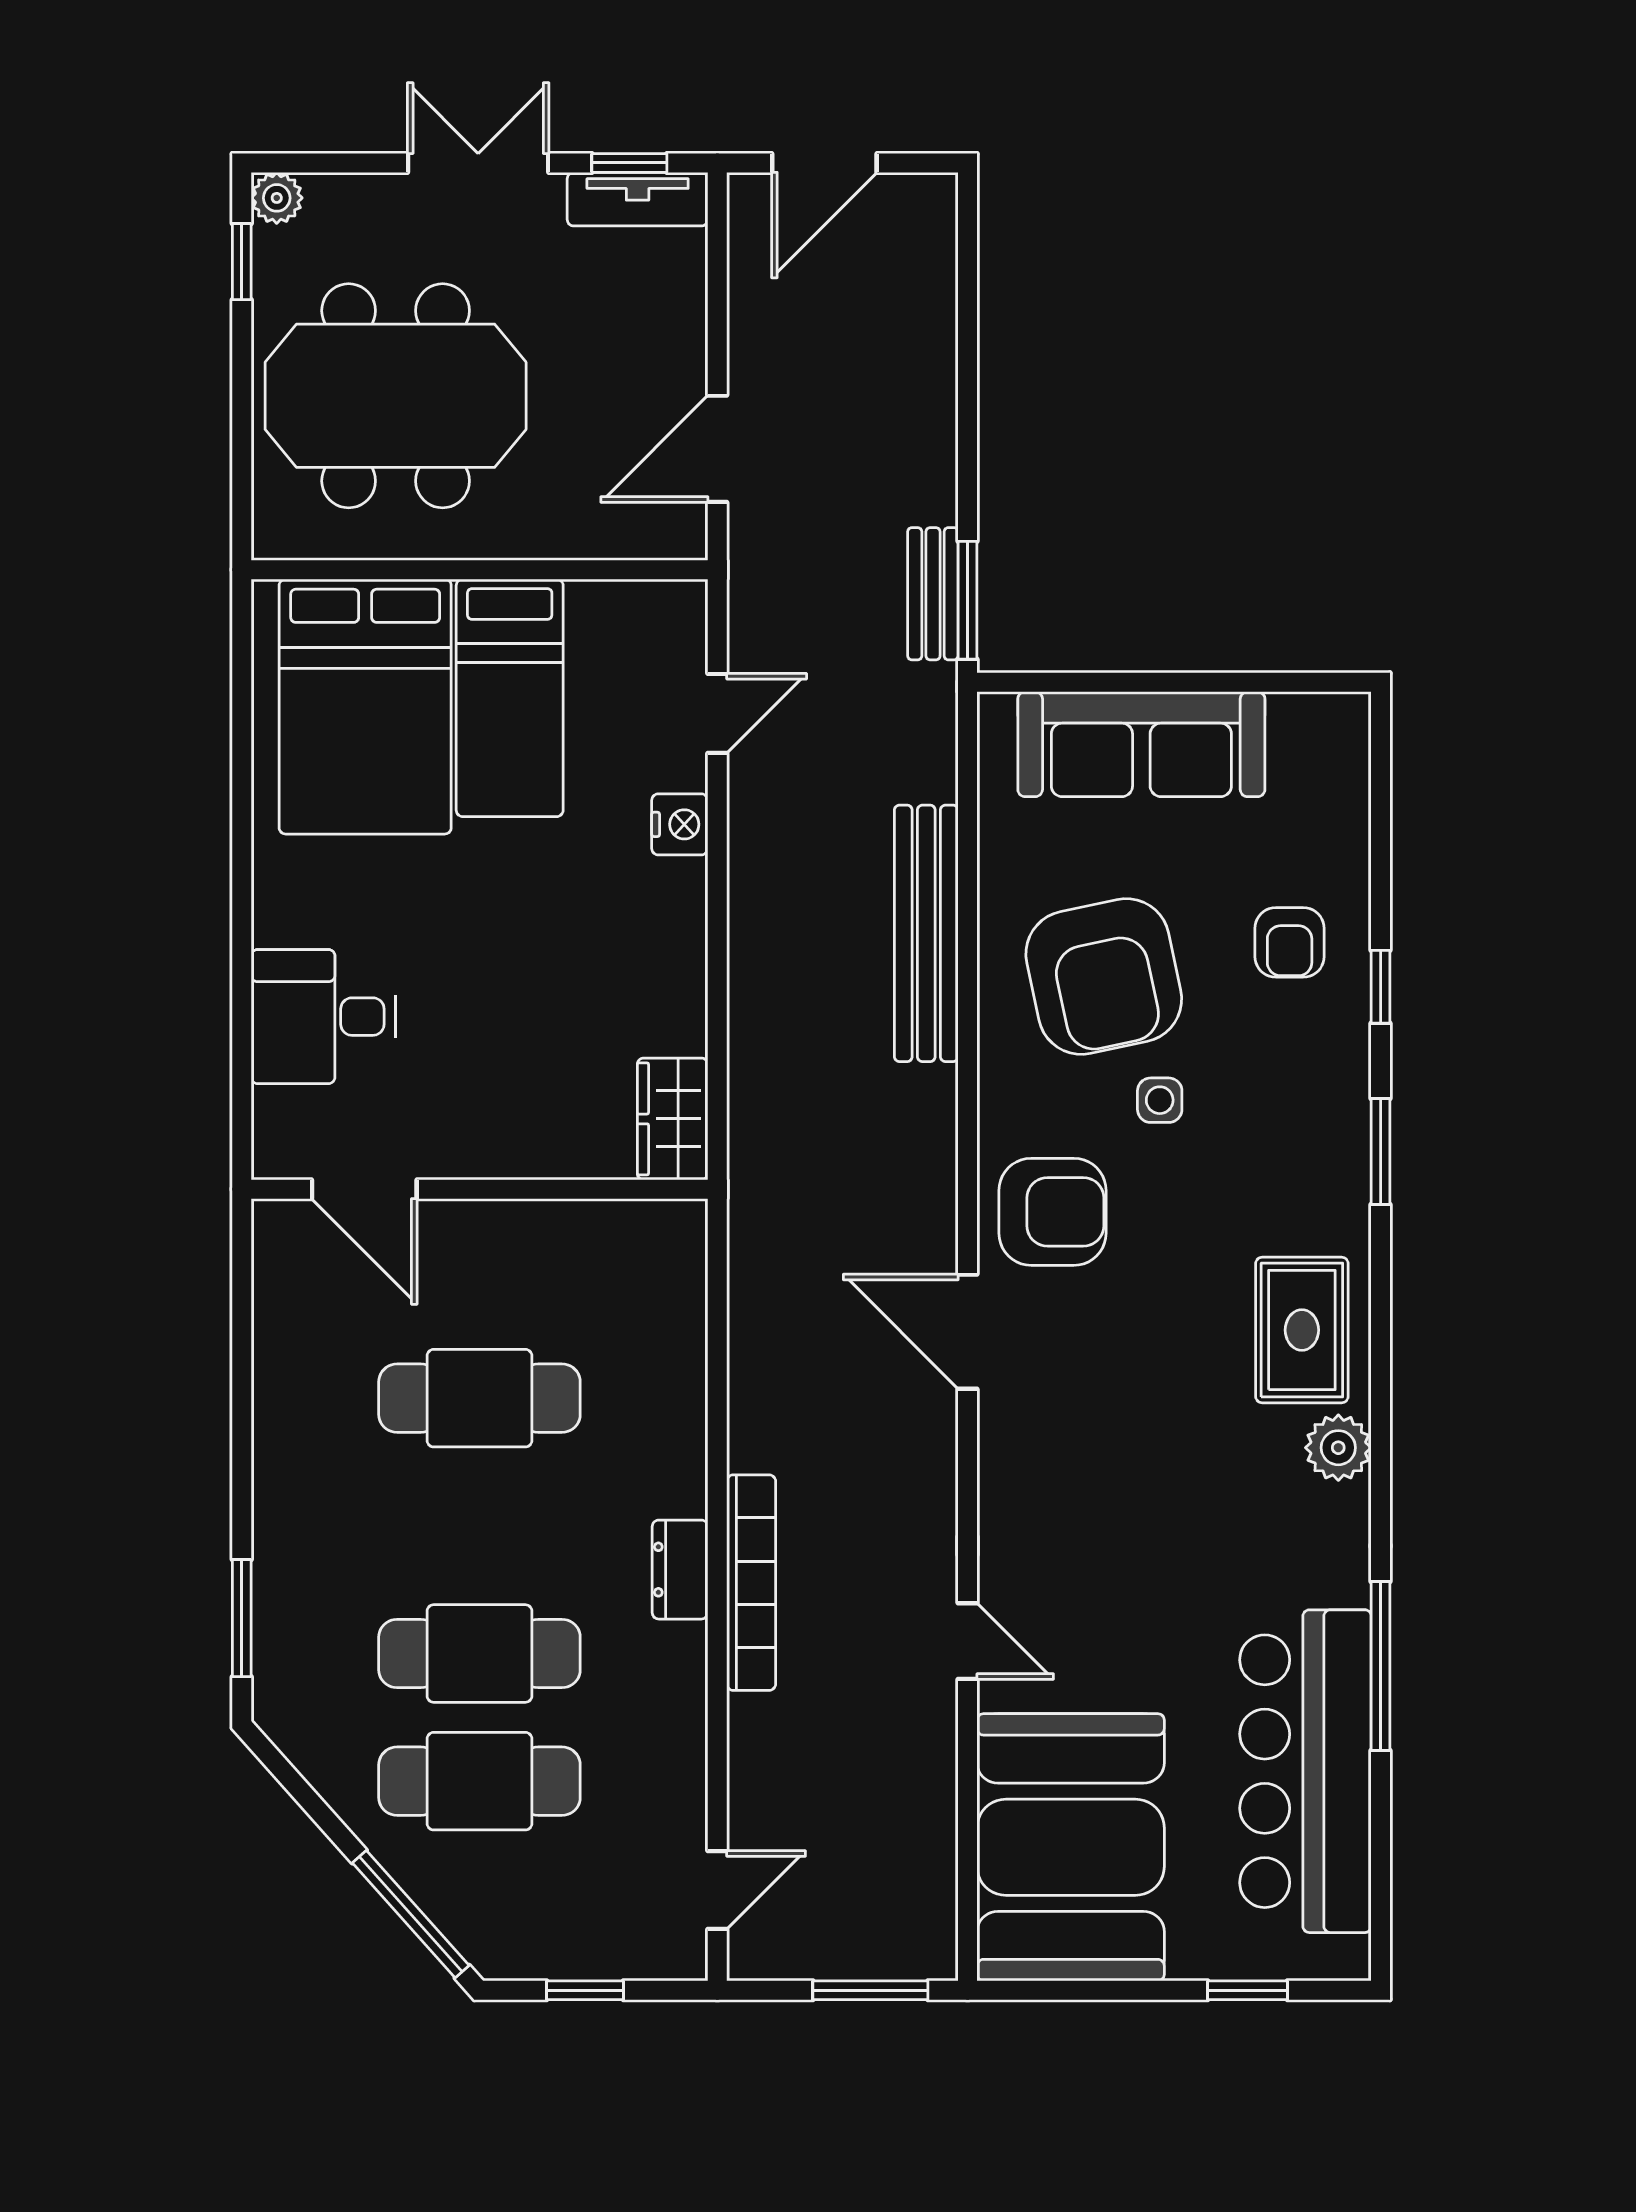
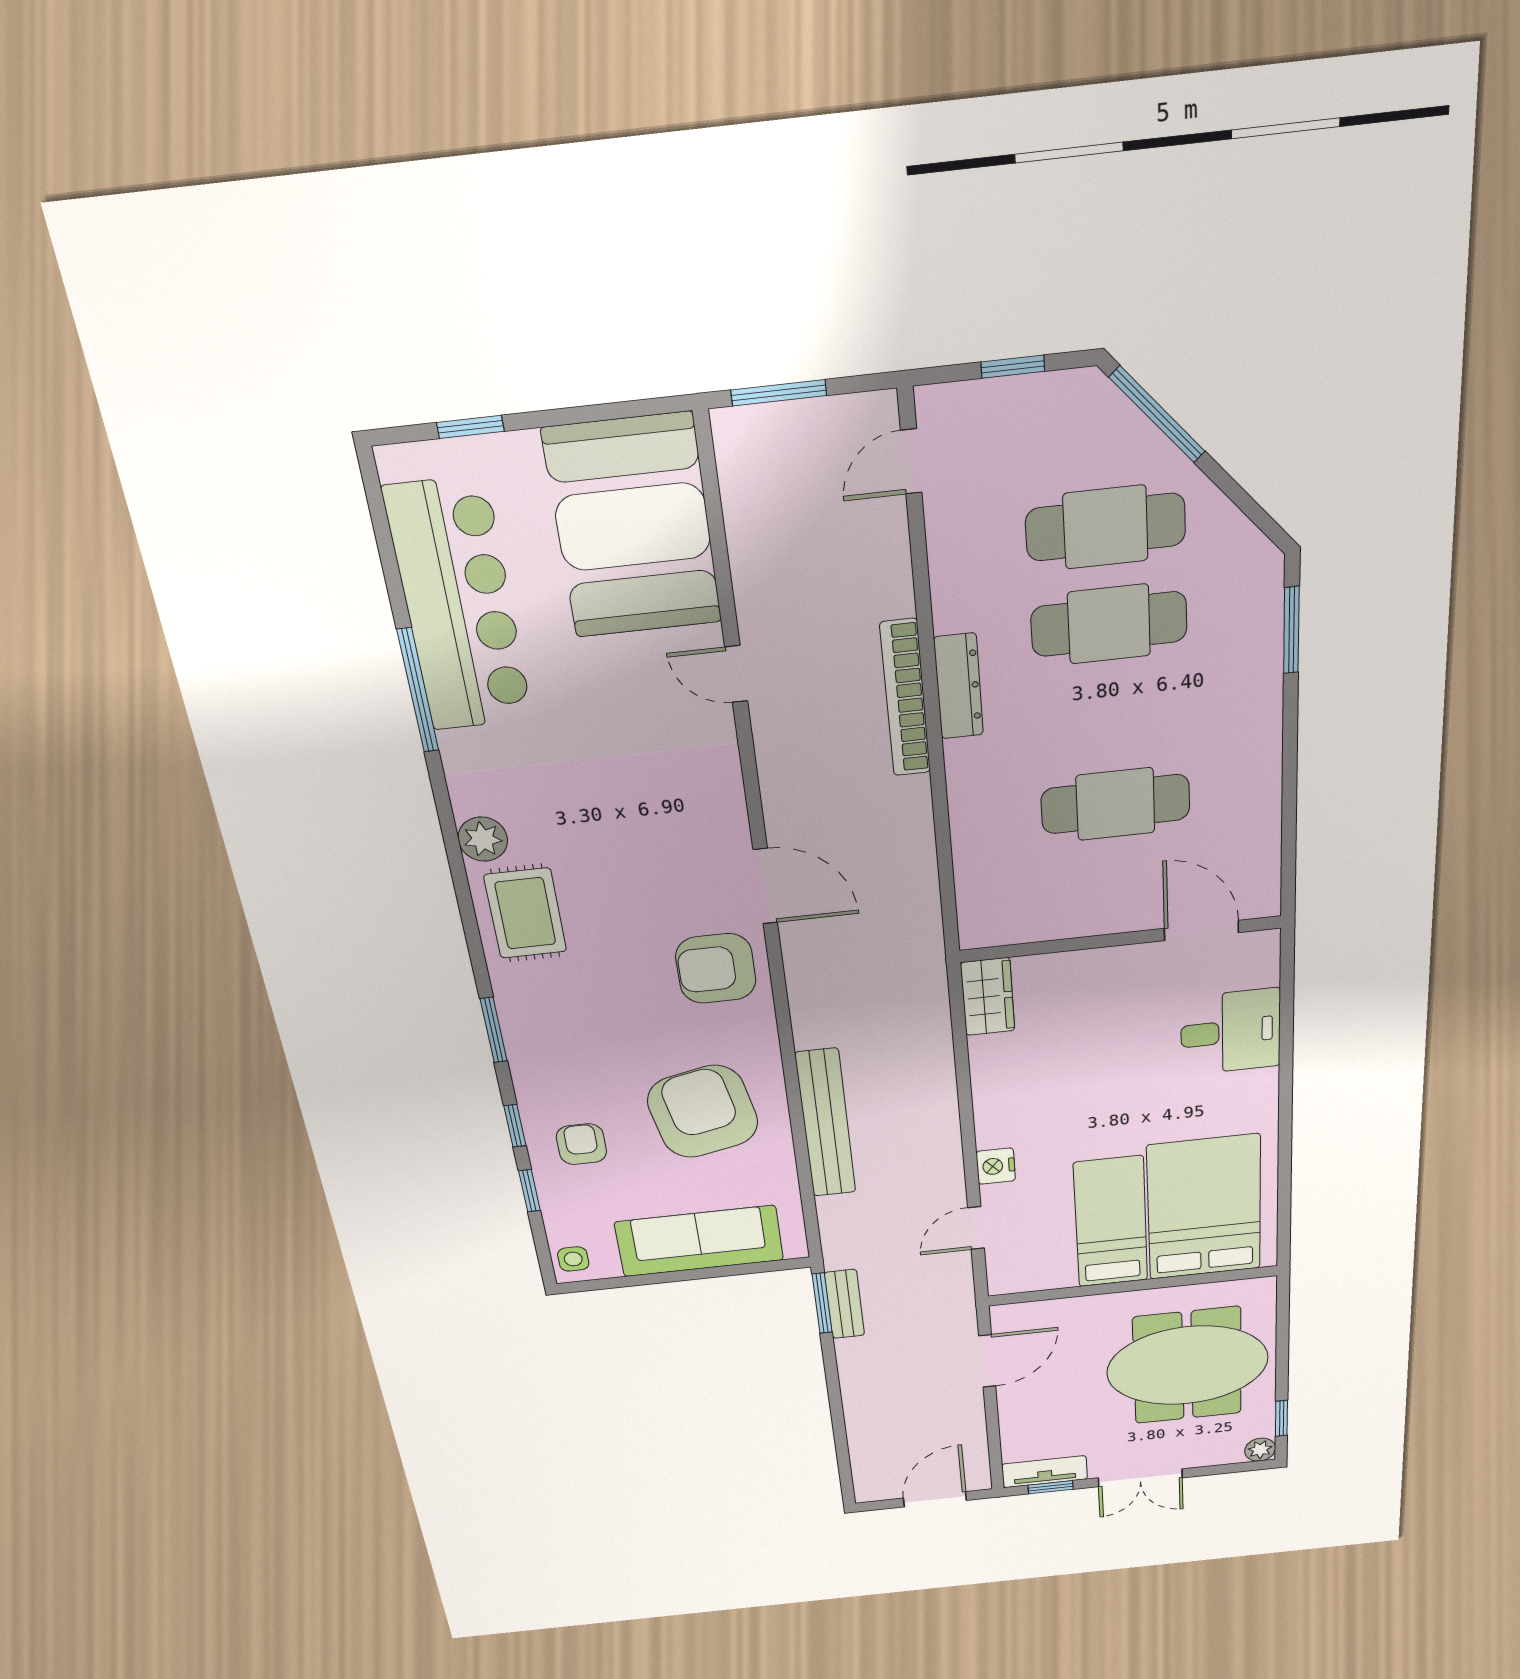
window: (1381, 870) -> (529, 1191), added
side table: (1160, 1100) -> (573, 1259), moved
dresser: (680, 1570) -> (959, 686), width x1.44

